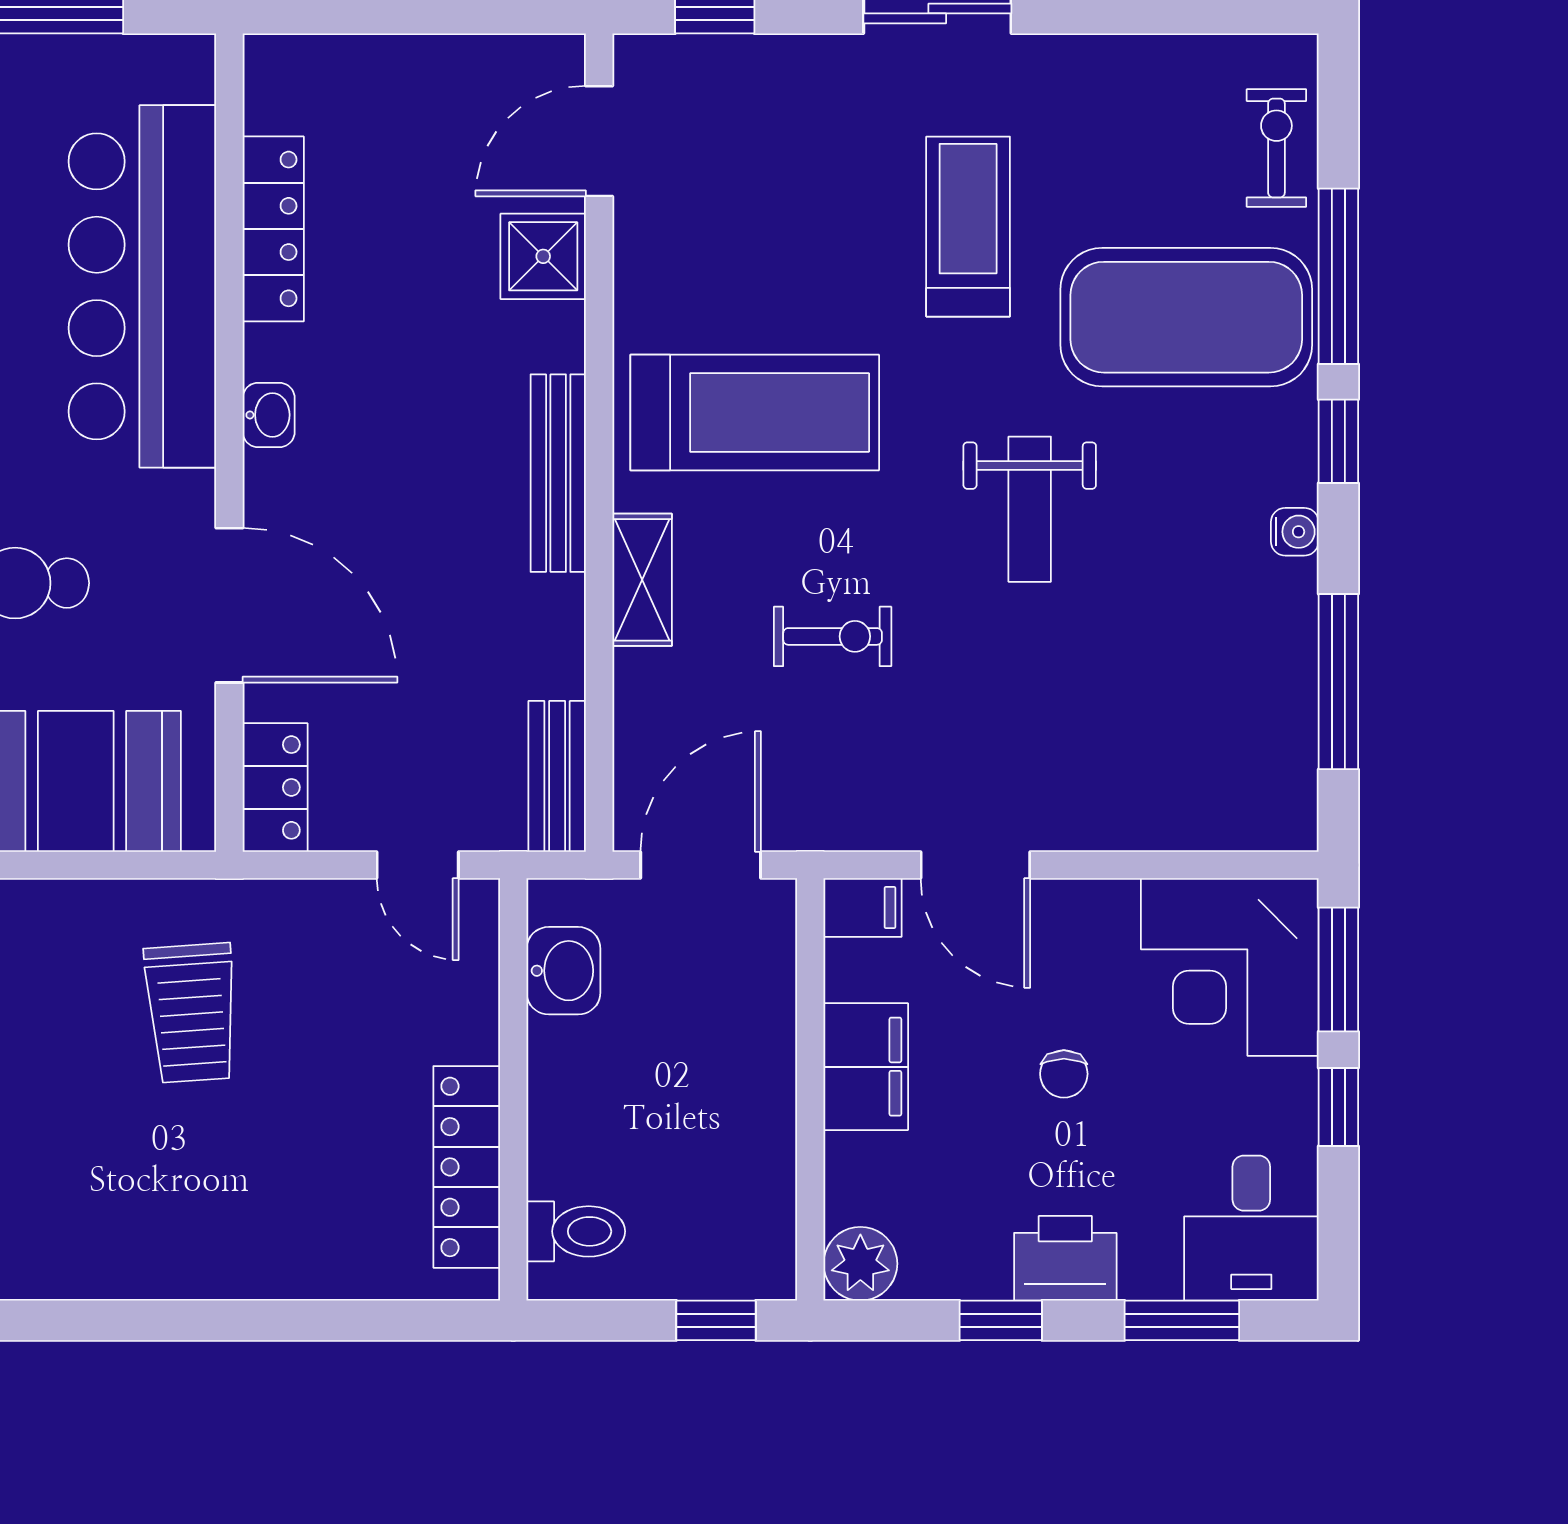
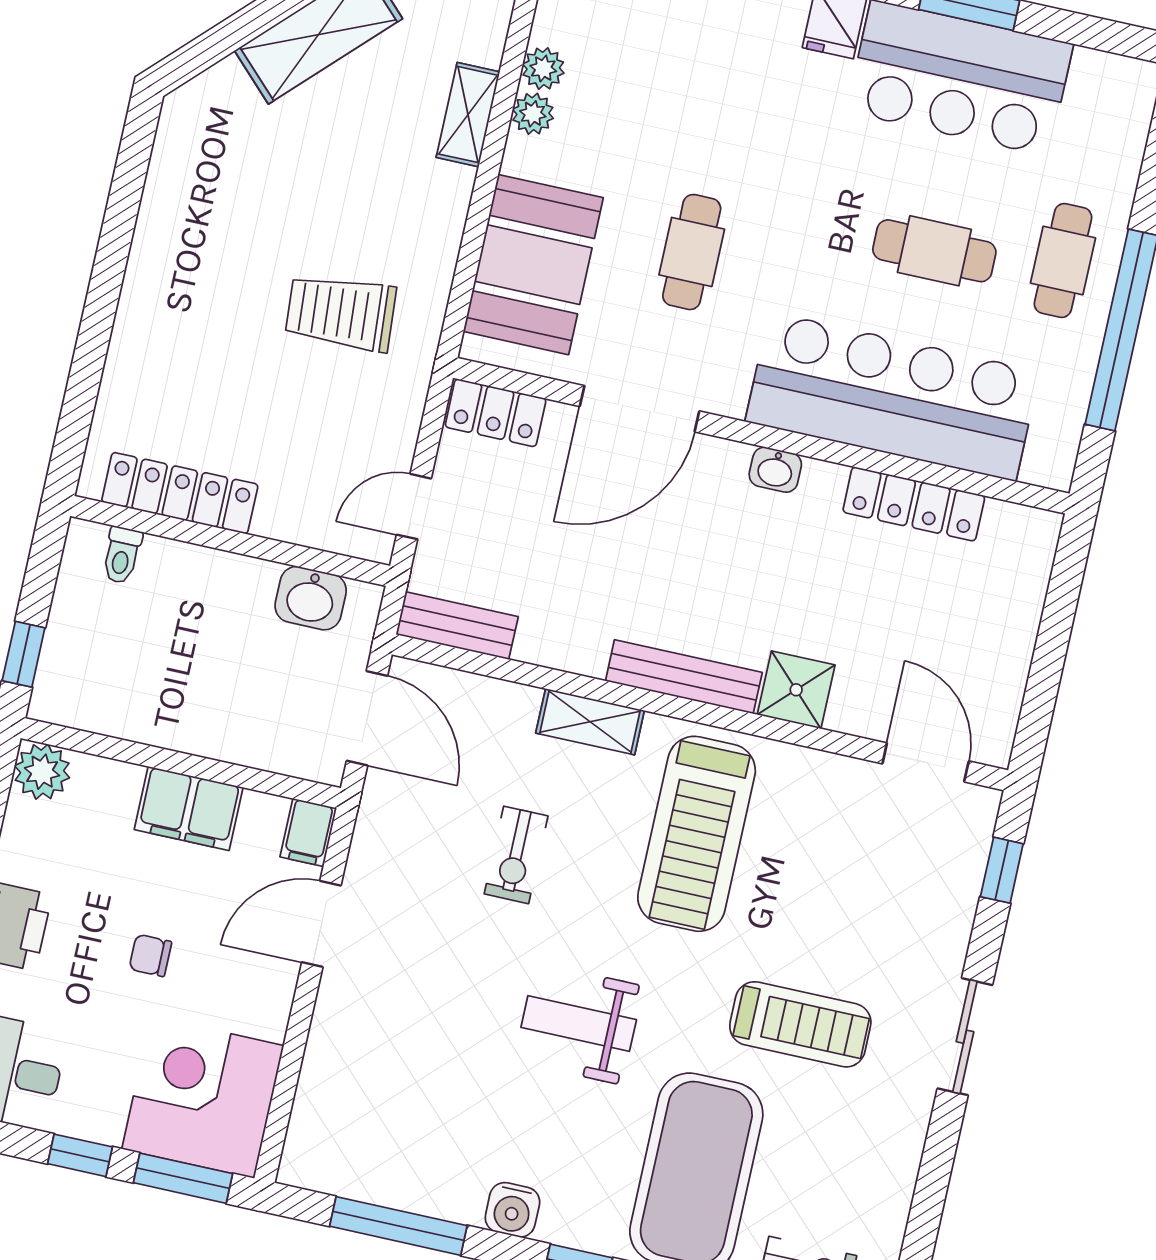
shower: (543, 256) -> (796, 690), moved
water cooler: (1295, 532) -> (512, 1210), width x1.38, depth x1.38
toilet: (576, 1231) -> (122, 555), width x0.73, depth x0.72

